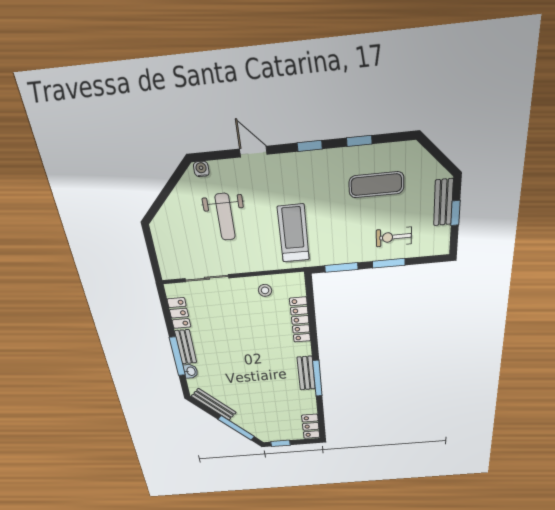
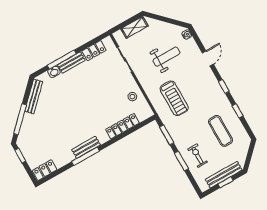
bench: (443, 202) -> (224, 175), width x1.36
weight bench: (225, 217) -> (166, 57), turned 180
treadmill: (293, 233) -> (174, 98), turned 90
shelving: (163, 245) -> (134, 27), added

